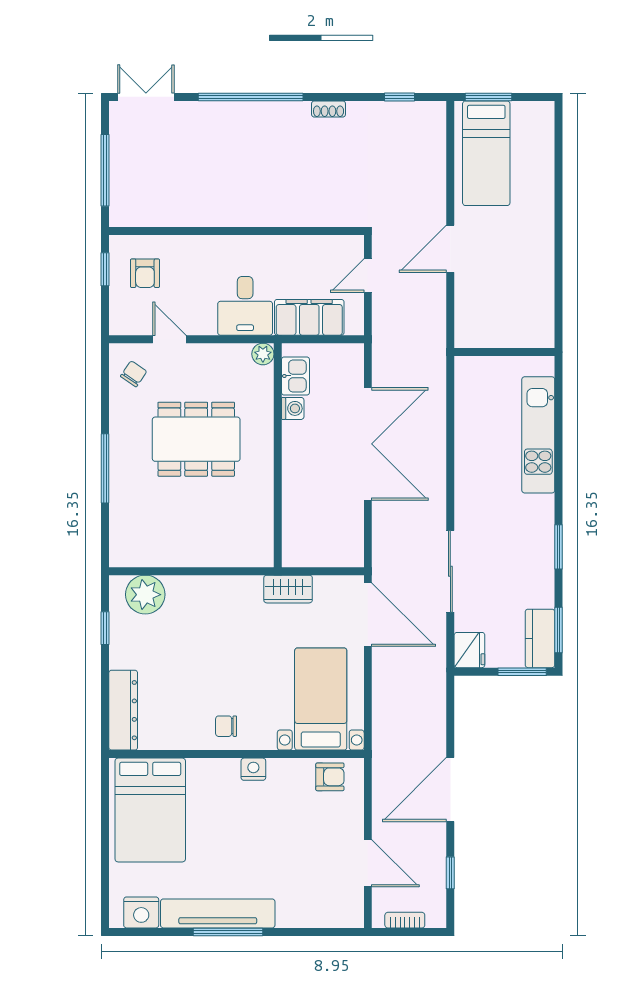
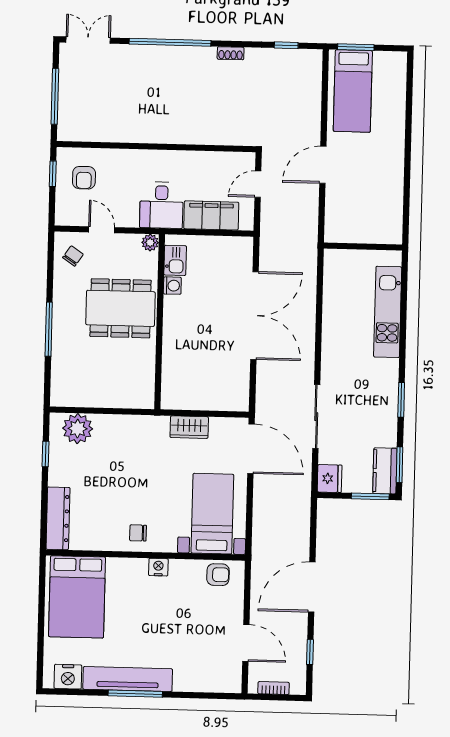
plant: (263, 354) -> (150, 243), moved
kitchen sink: (295, 376) -> (175, 260), moved
washing machine: (293, 408) -> (172, 286), moved
wall: (278, 455) -> (160, 322), moved

